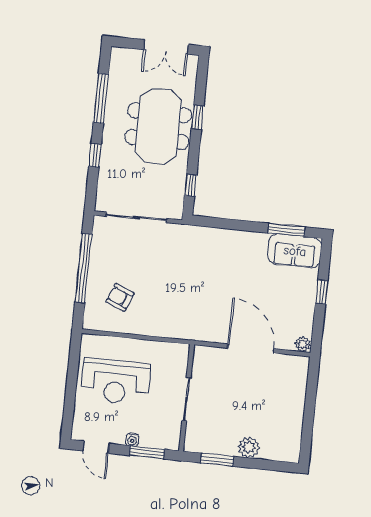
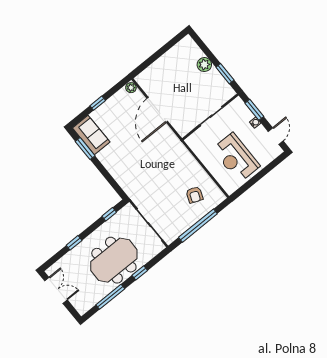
meeting table: (158, 126) -> (114, 260), moved
reception desk: (115, 381) -> (236, 158), turned 180

